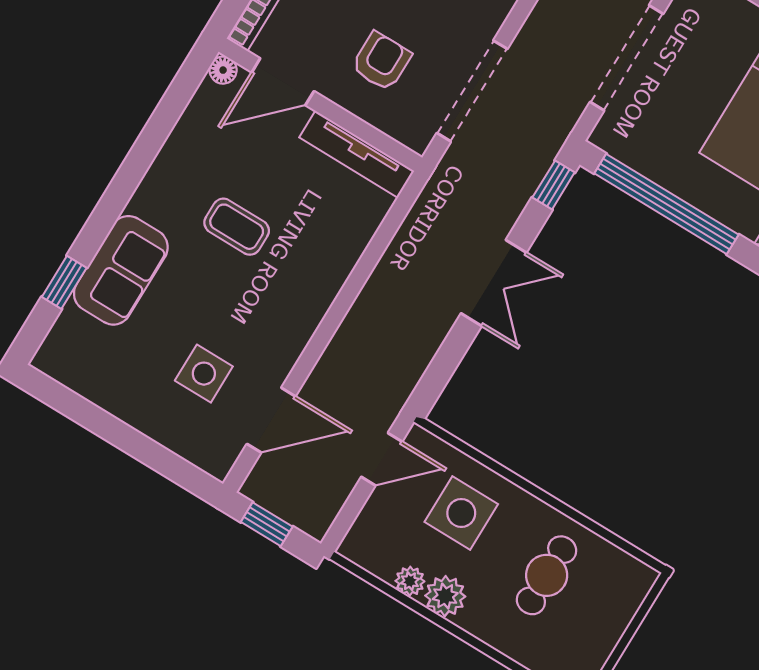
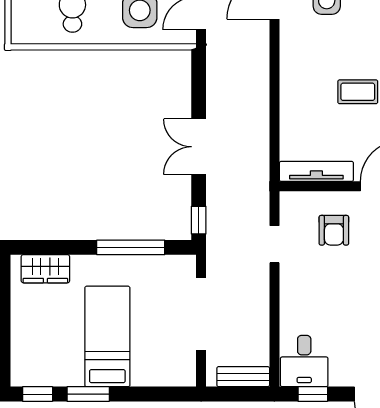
doorway: (472, 91) -> (274, 244), width x0.53
window: (666, 204) -> (131, 247), width x0.68

